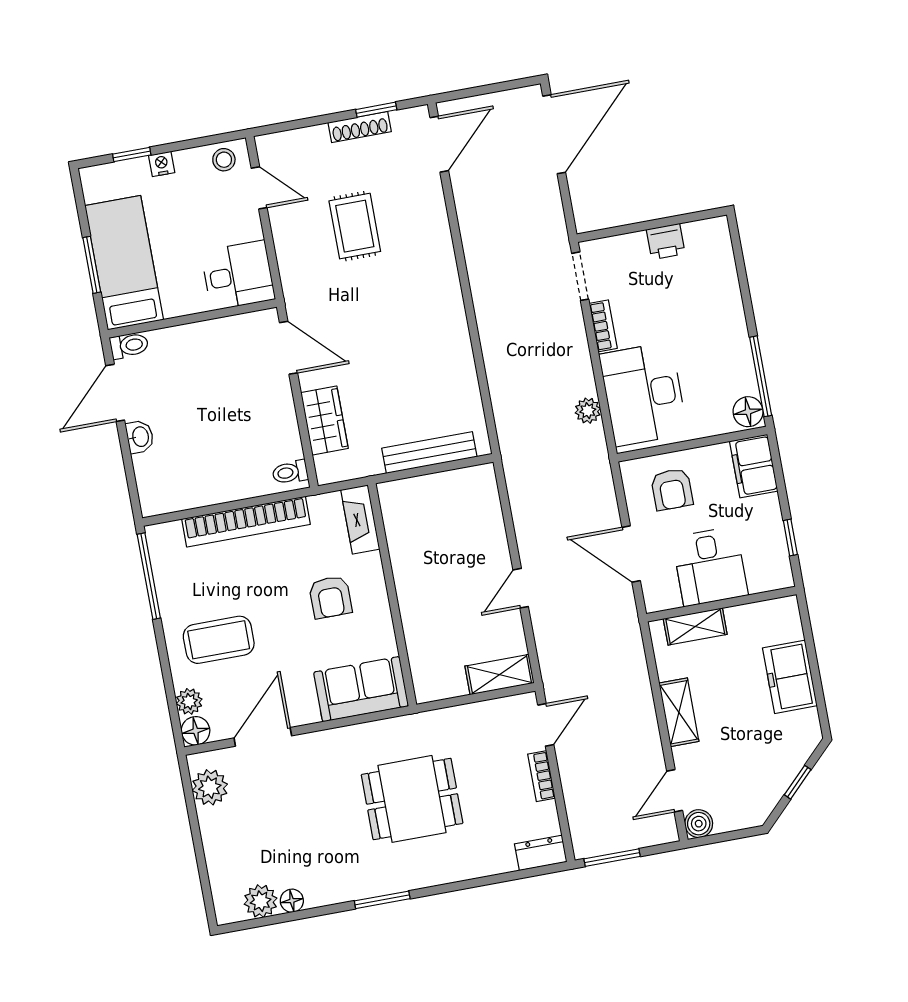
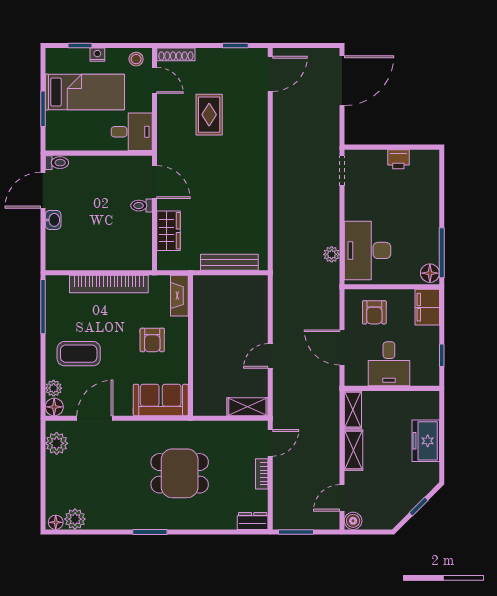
shoe rack: (360, 127) -> (176, 54), moved
bed: (124, 263) -> (85, 92), moved, turned 90
bookcase: (603, 326) -> (351, 204), removed
toilet: (290, 472) -> (142, 206), moved
shelving: (695, 626) -> (353, 410), moved, turned 90
floor lamp: (292, 901) -> (56, 522), moved

